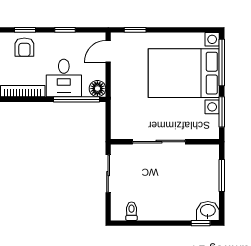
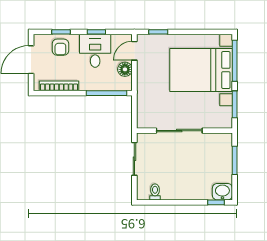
desk: (64, 78) -> (95, 51), moved, turned 180
floor lamp: (97, 89) -> (125, 69), moved

